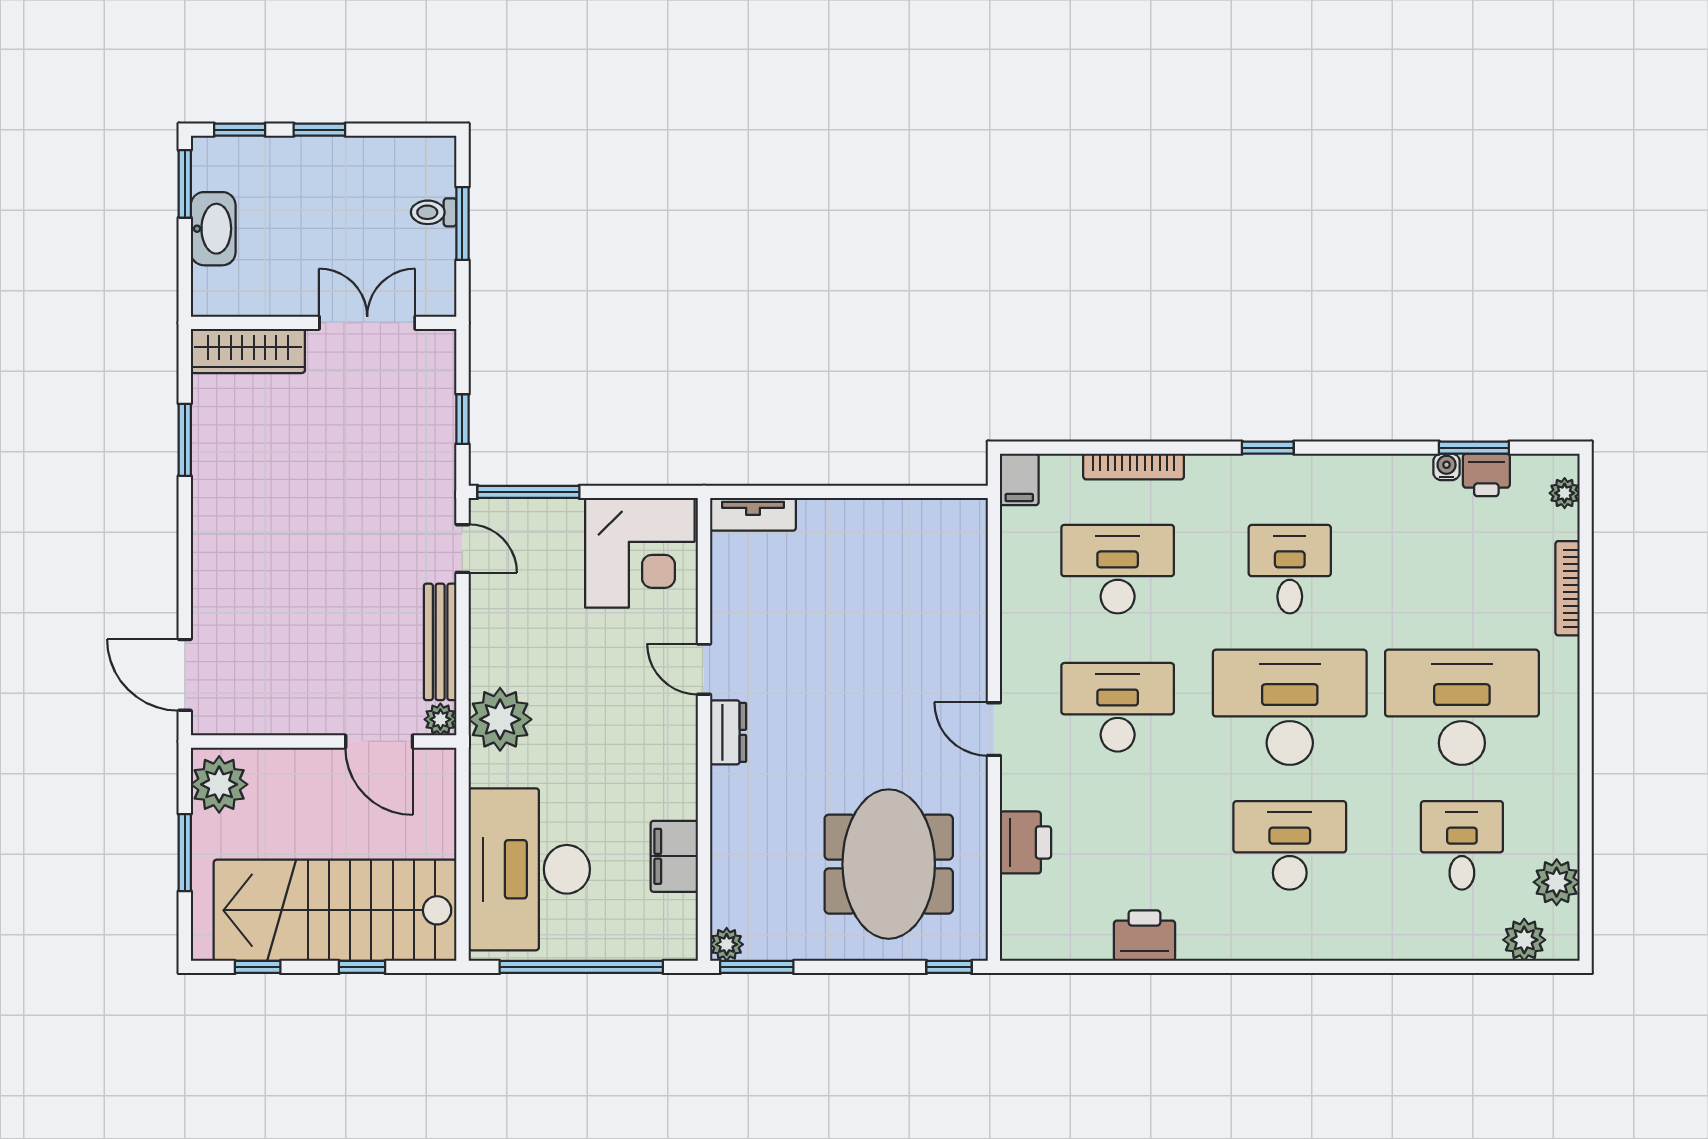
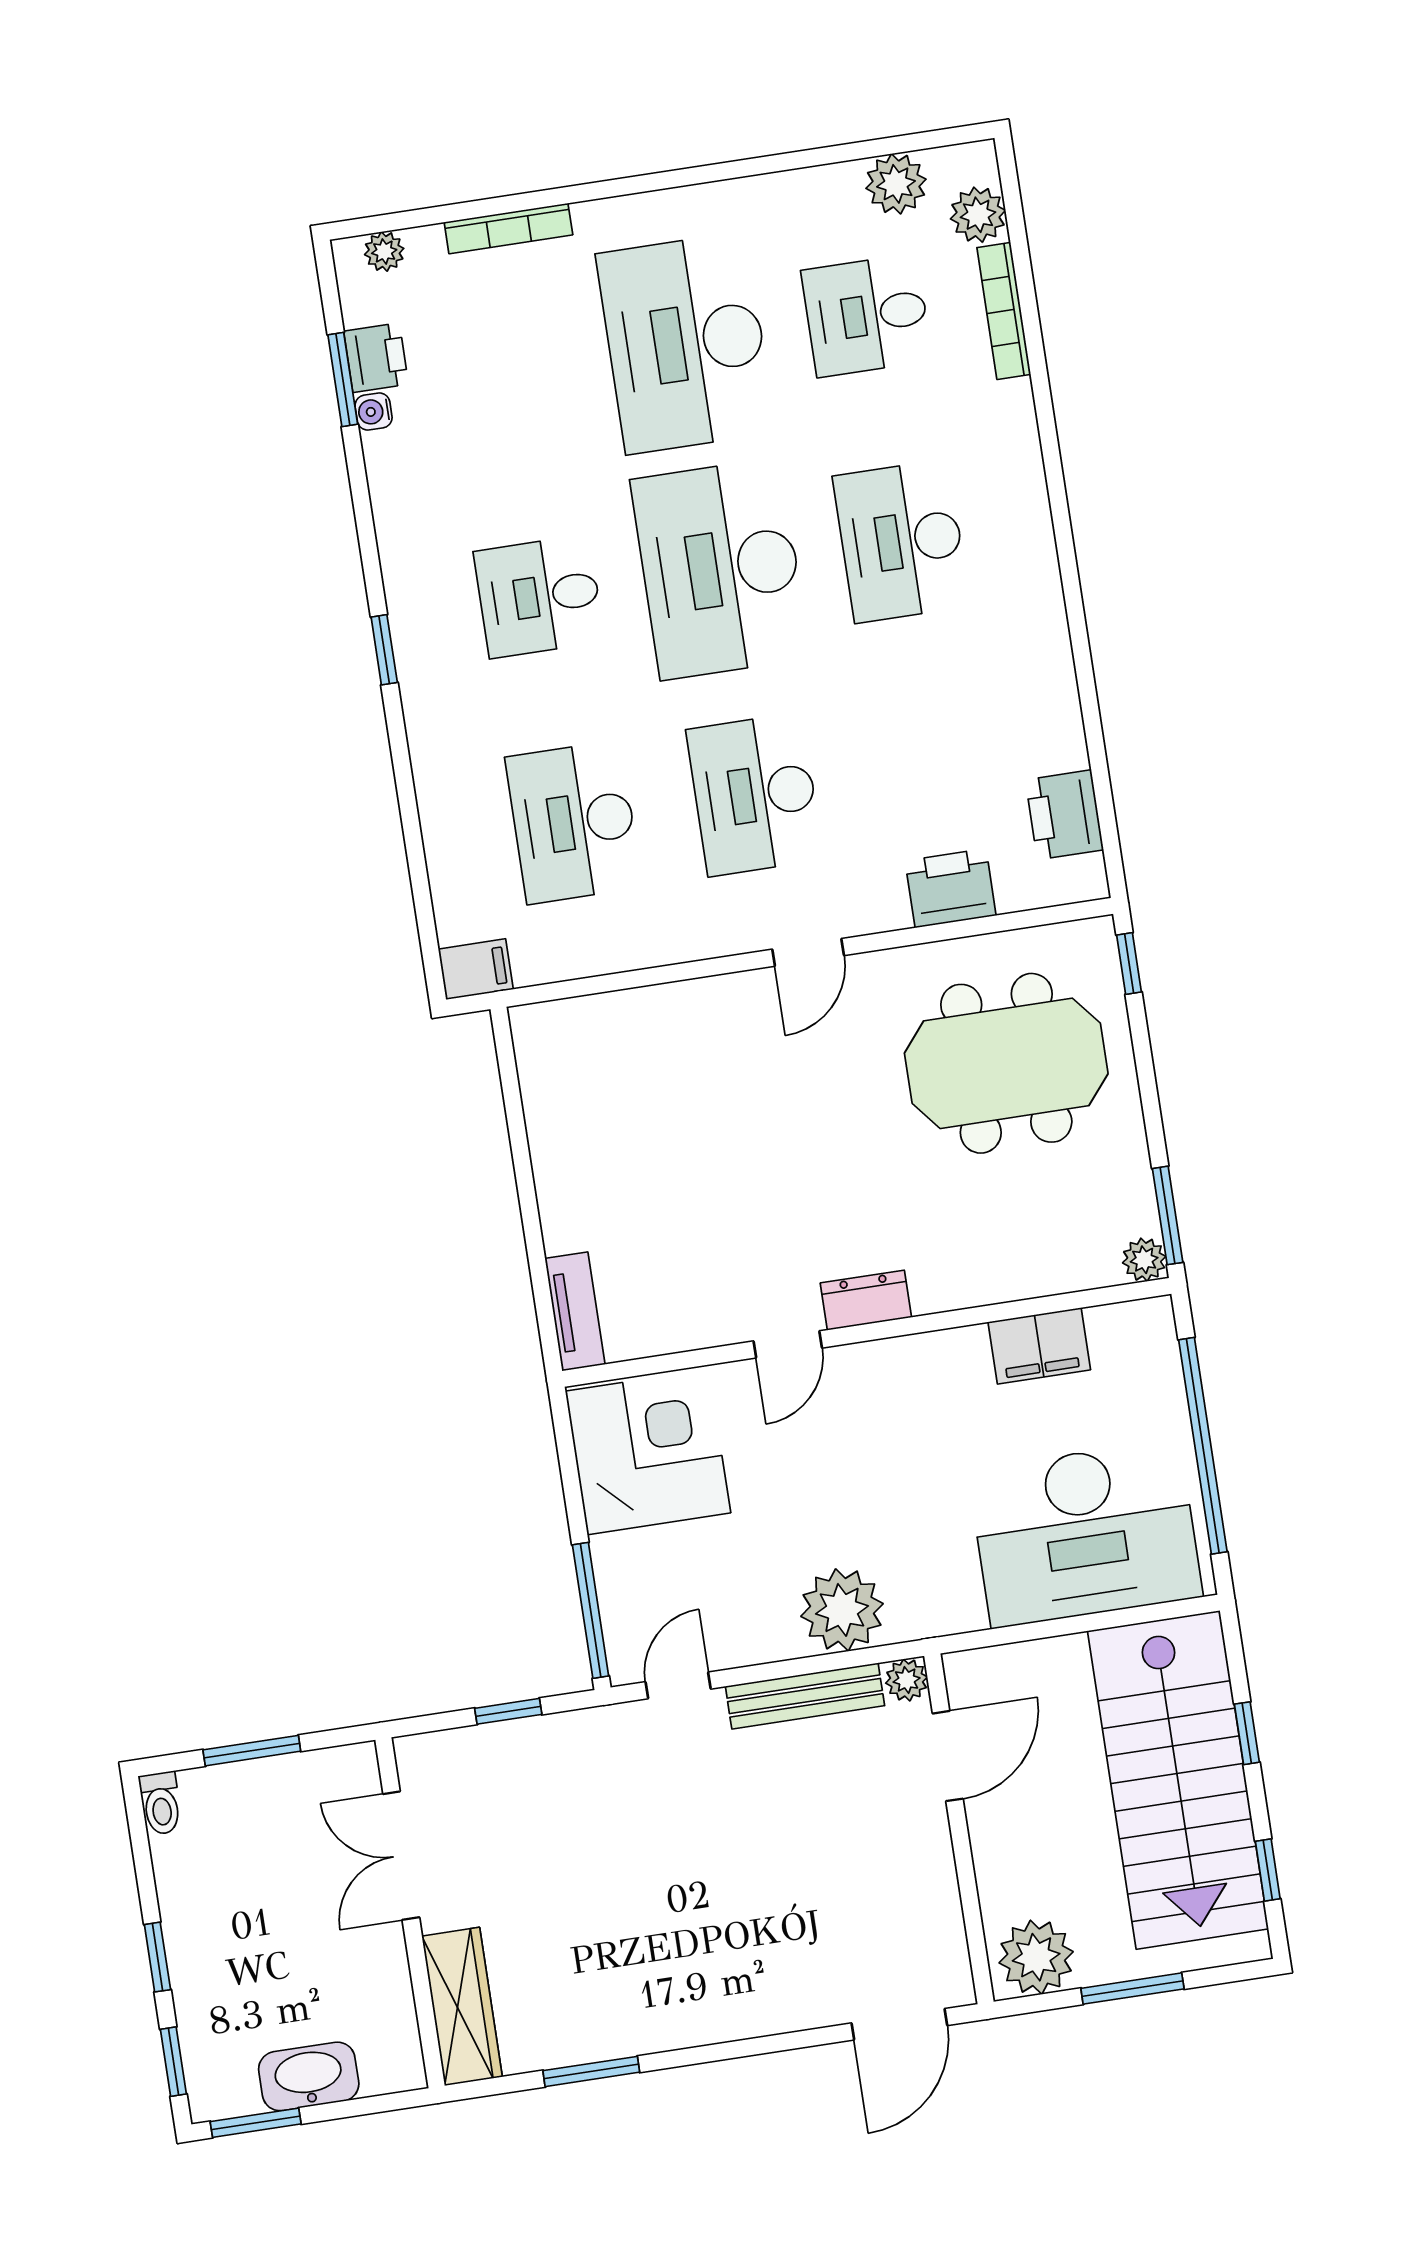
toilet: (434, 212) -> (161, 1803), moved
bookcase: (1134, 467) -> (1004, 311), moved, turned 180
plant: (500, 719) -> (842, 1610), moved
printer: (1144, 936) -> (1064, 815), moved

